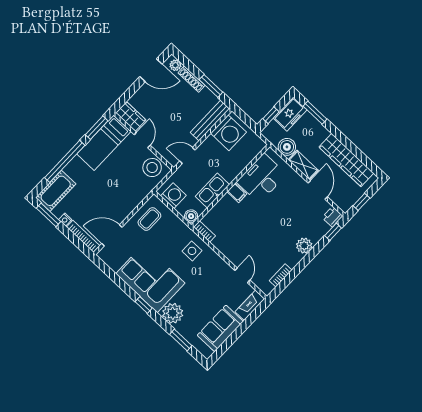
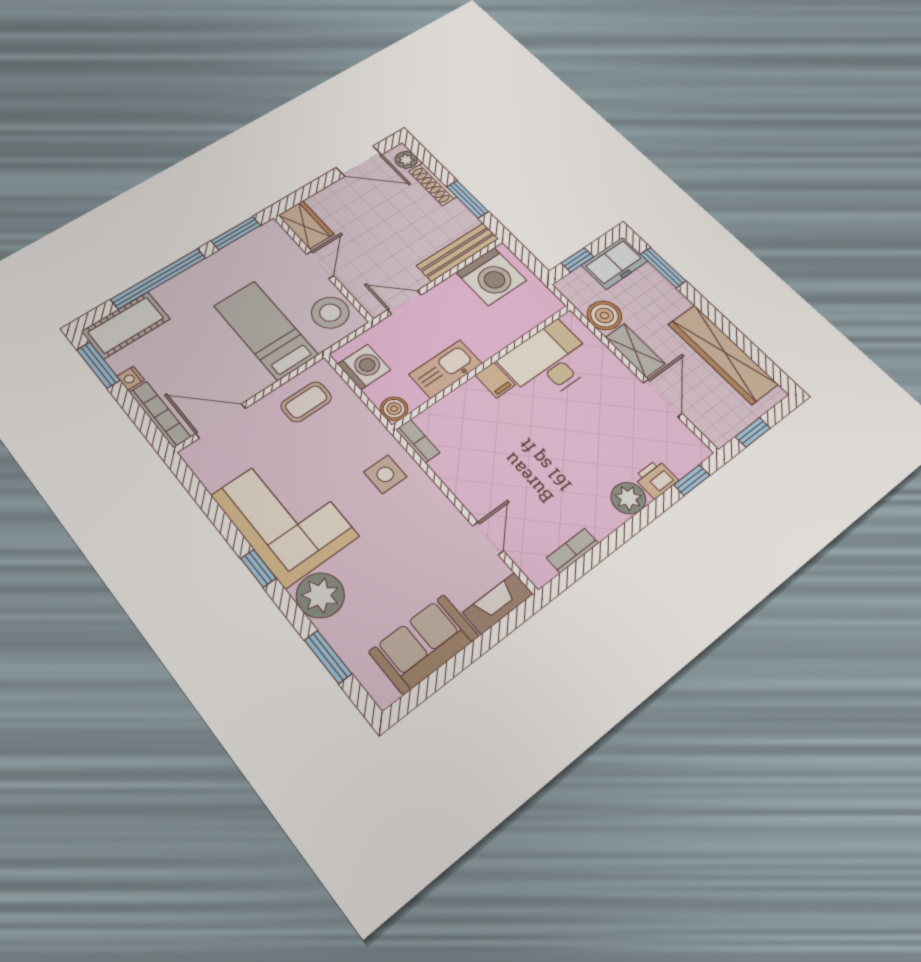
bed: (104, 143) -> (266, 330), moved, turned 90
printer: (333, 217) -> (656, 479), moved

